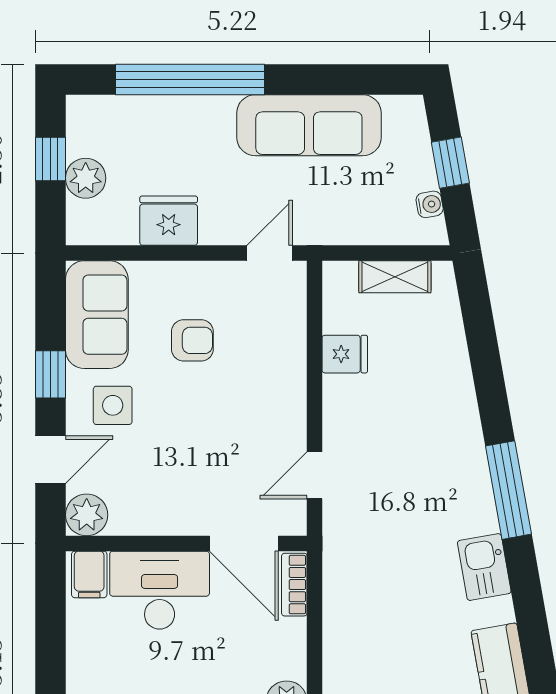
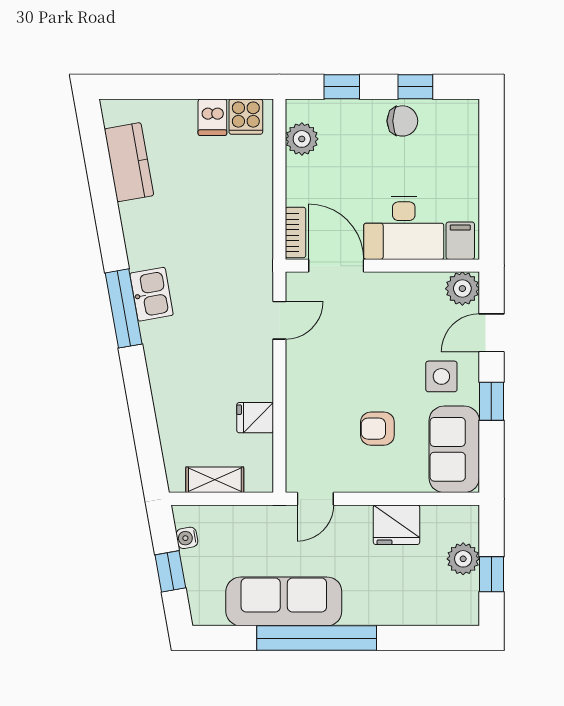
window: (190, 79) -> (317, 638), moved
kitchen sink: (484, 567) -> (152, 294), moved

